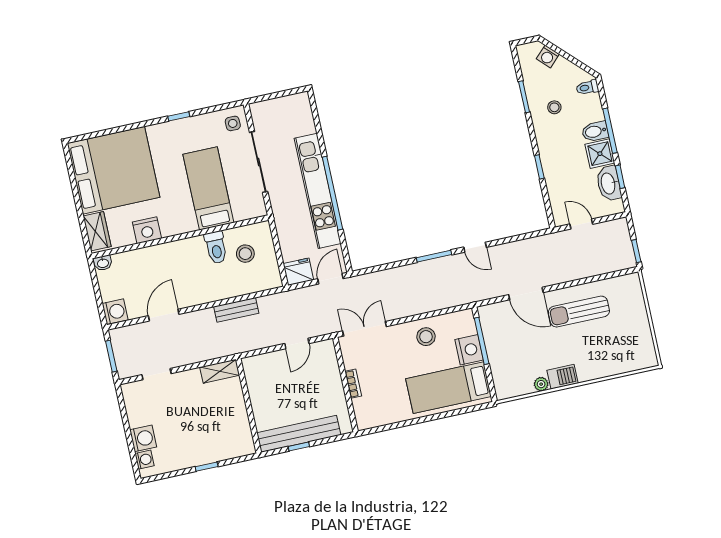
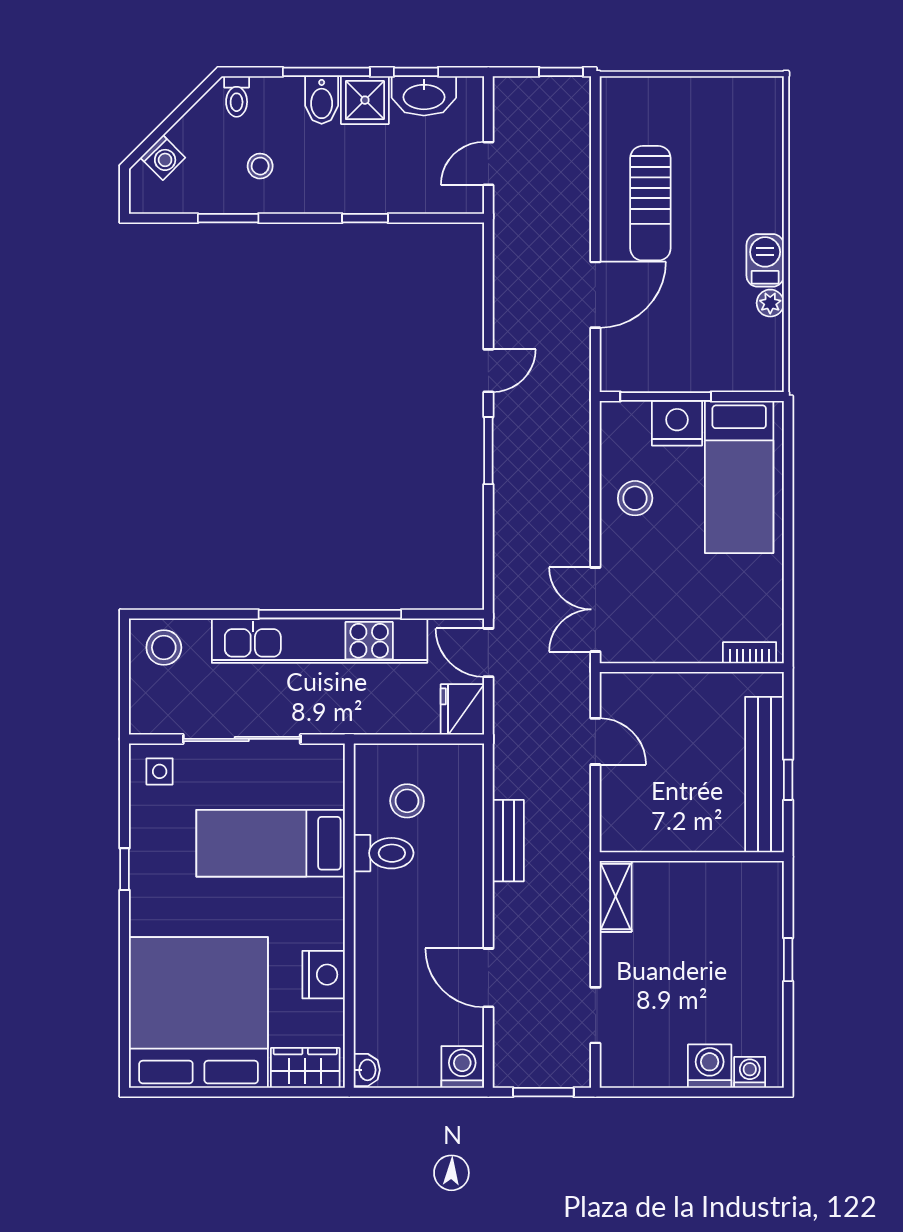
stool: (297, 112) -> (164, 648), added
bookcase: (353, 384) -> (750, 653), moved

